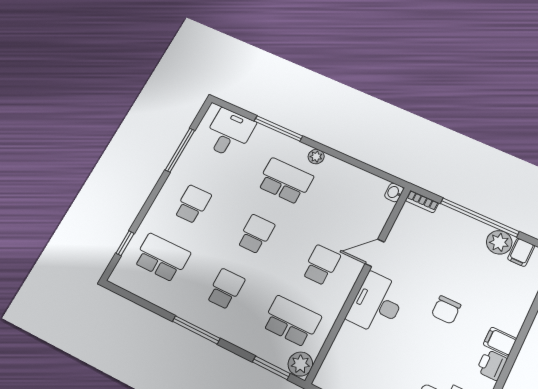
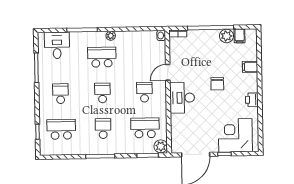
filing cabinet: (500, 342) -> (250, 67), moved

